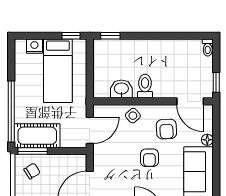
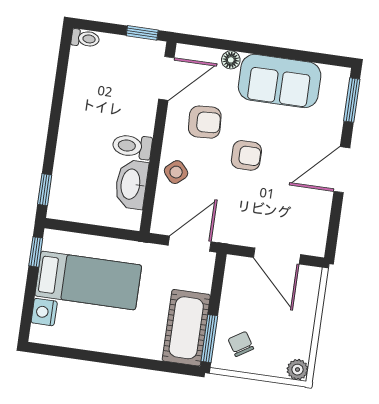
washbasin: (121, 89) -> (131, 184), width x1.38
window: (11, 112) -> (142, 363), removed
door: (90, 130) -> (190, 244), hinge flipped

